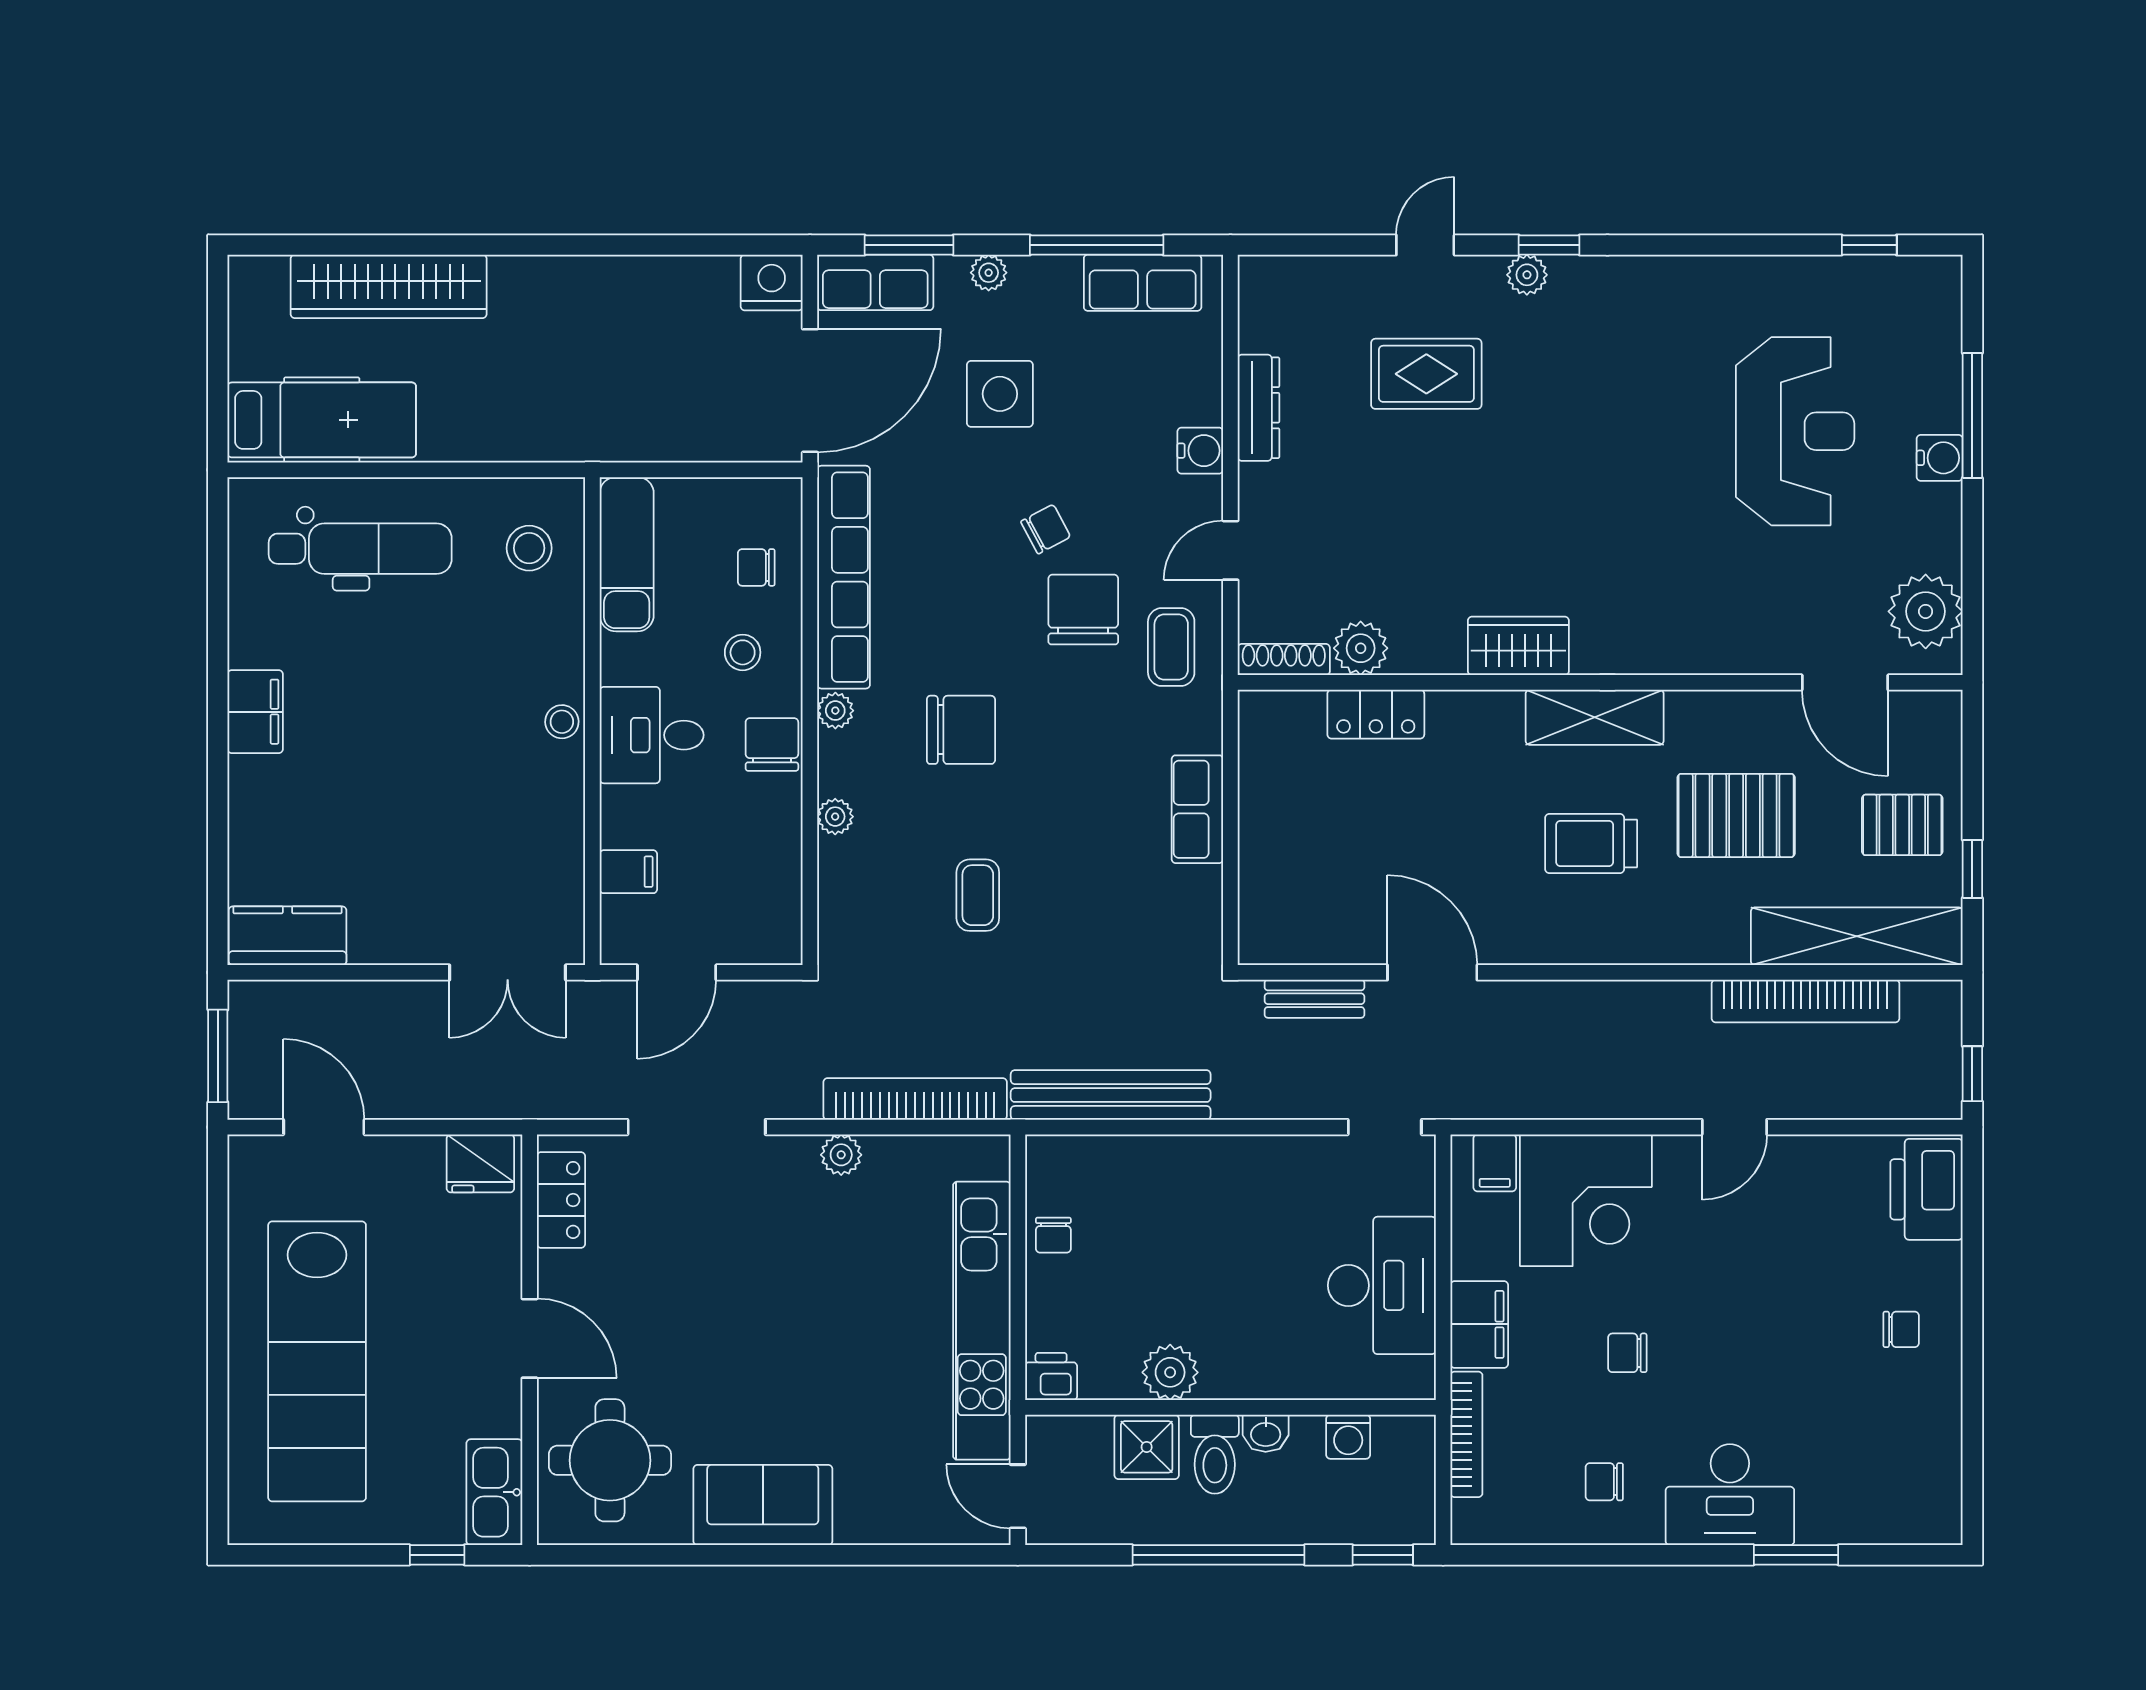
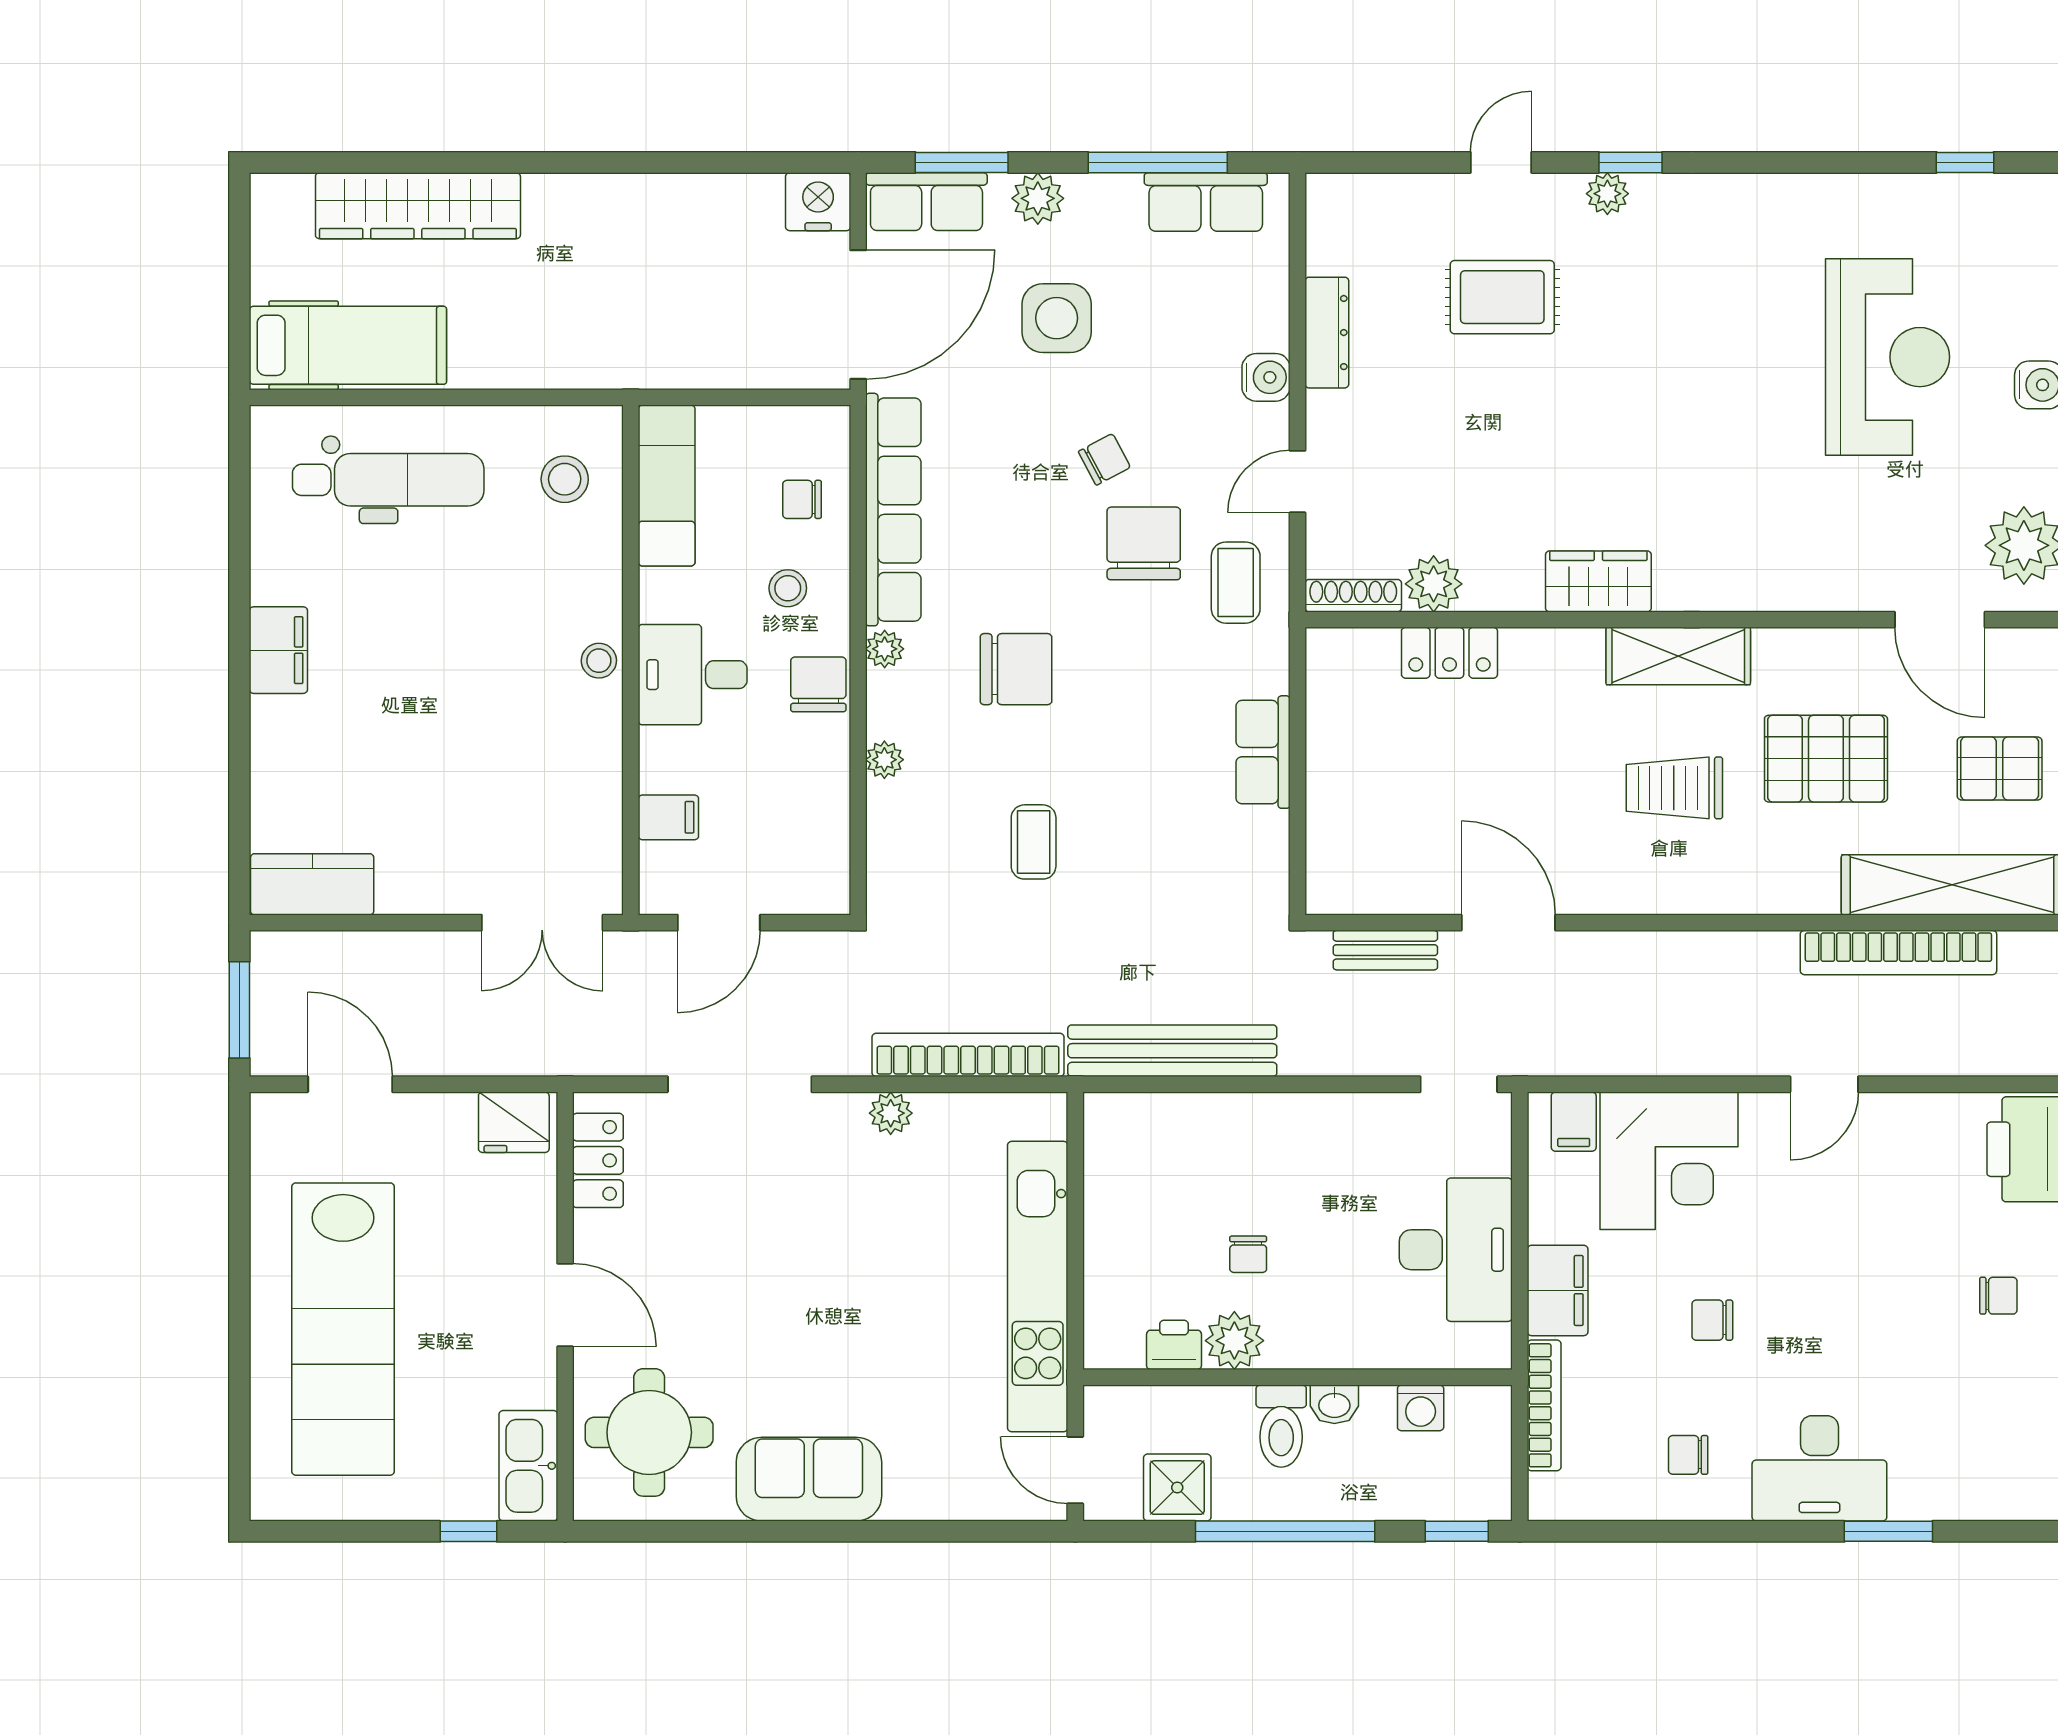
plant: (989, 273) -> (1038, 198), width x1.38, depth x1.38
chair: (1053, 1235) -> (1248, 1254), moved
printer: (1051, 1377) -> (1174, 1345), moved
shower: (1147, 1447) -> (1177, 1488), moved

